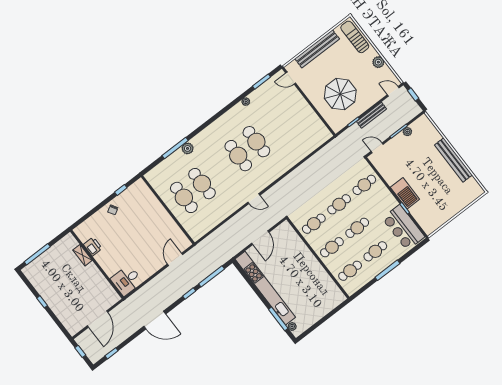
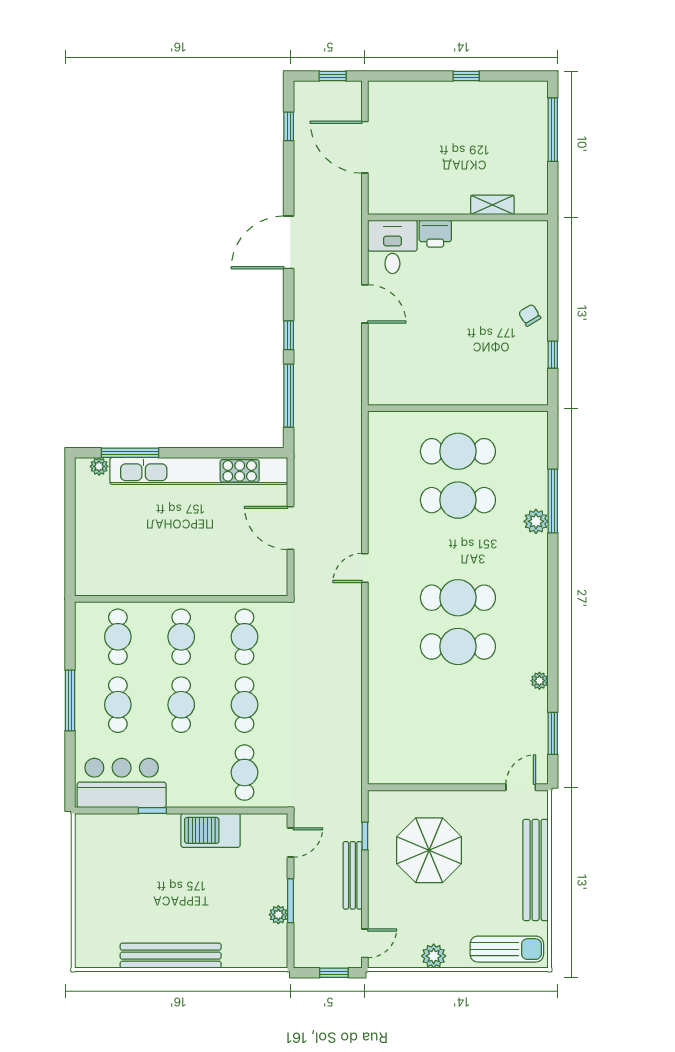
barbecue: (405, 193) -> (211, 830), moved
printer: (93, 247) -> (435, 234), moved
door: (175, 259) -> (365, 304), moved

